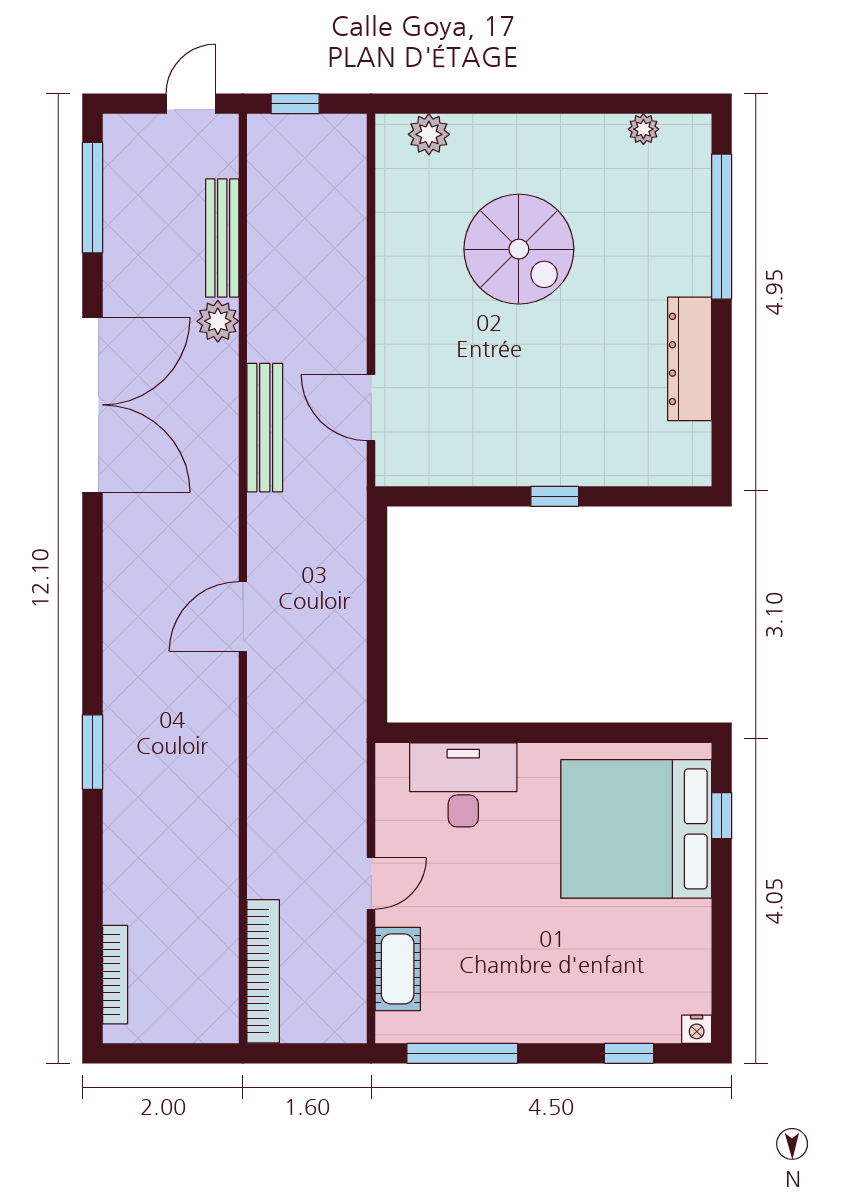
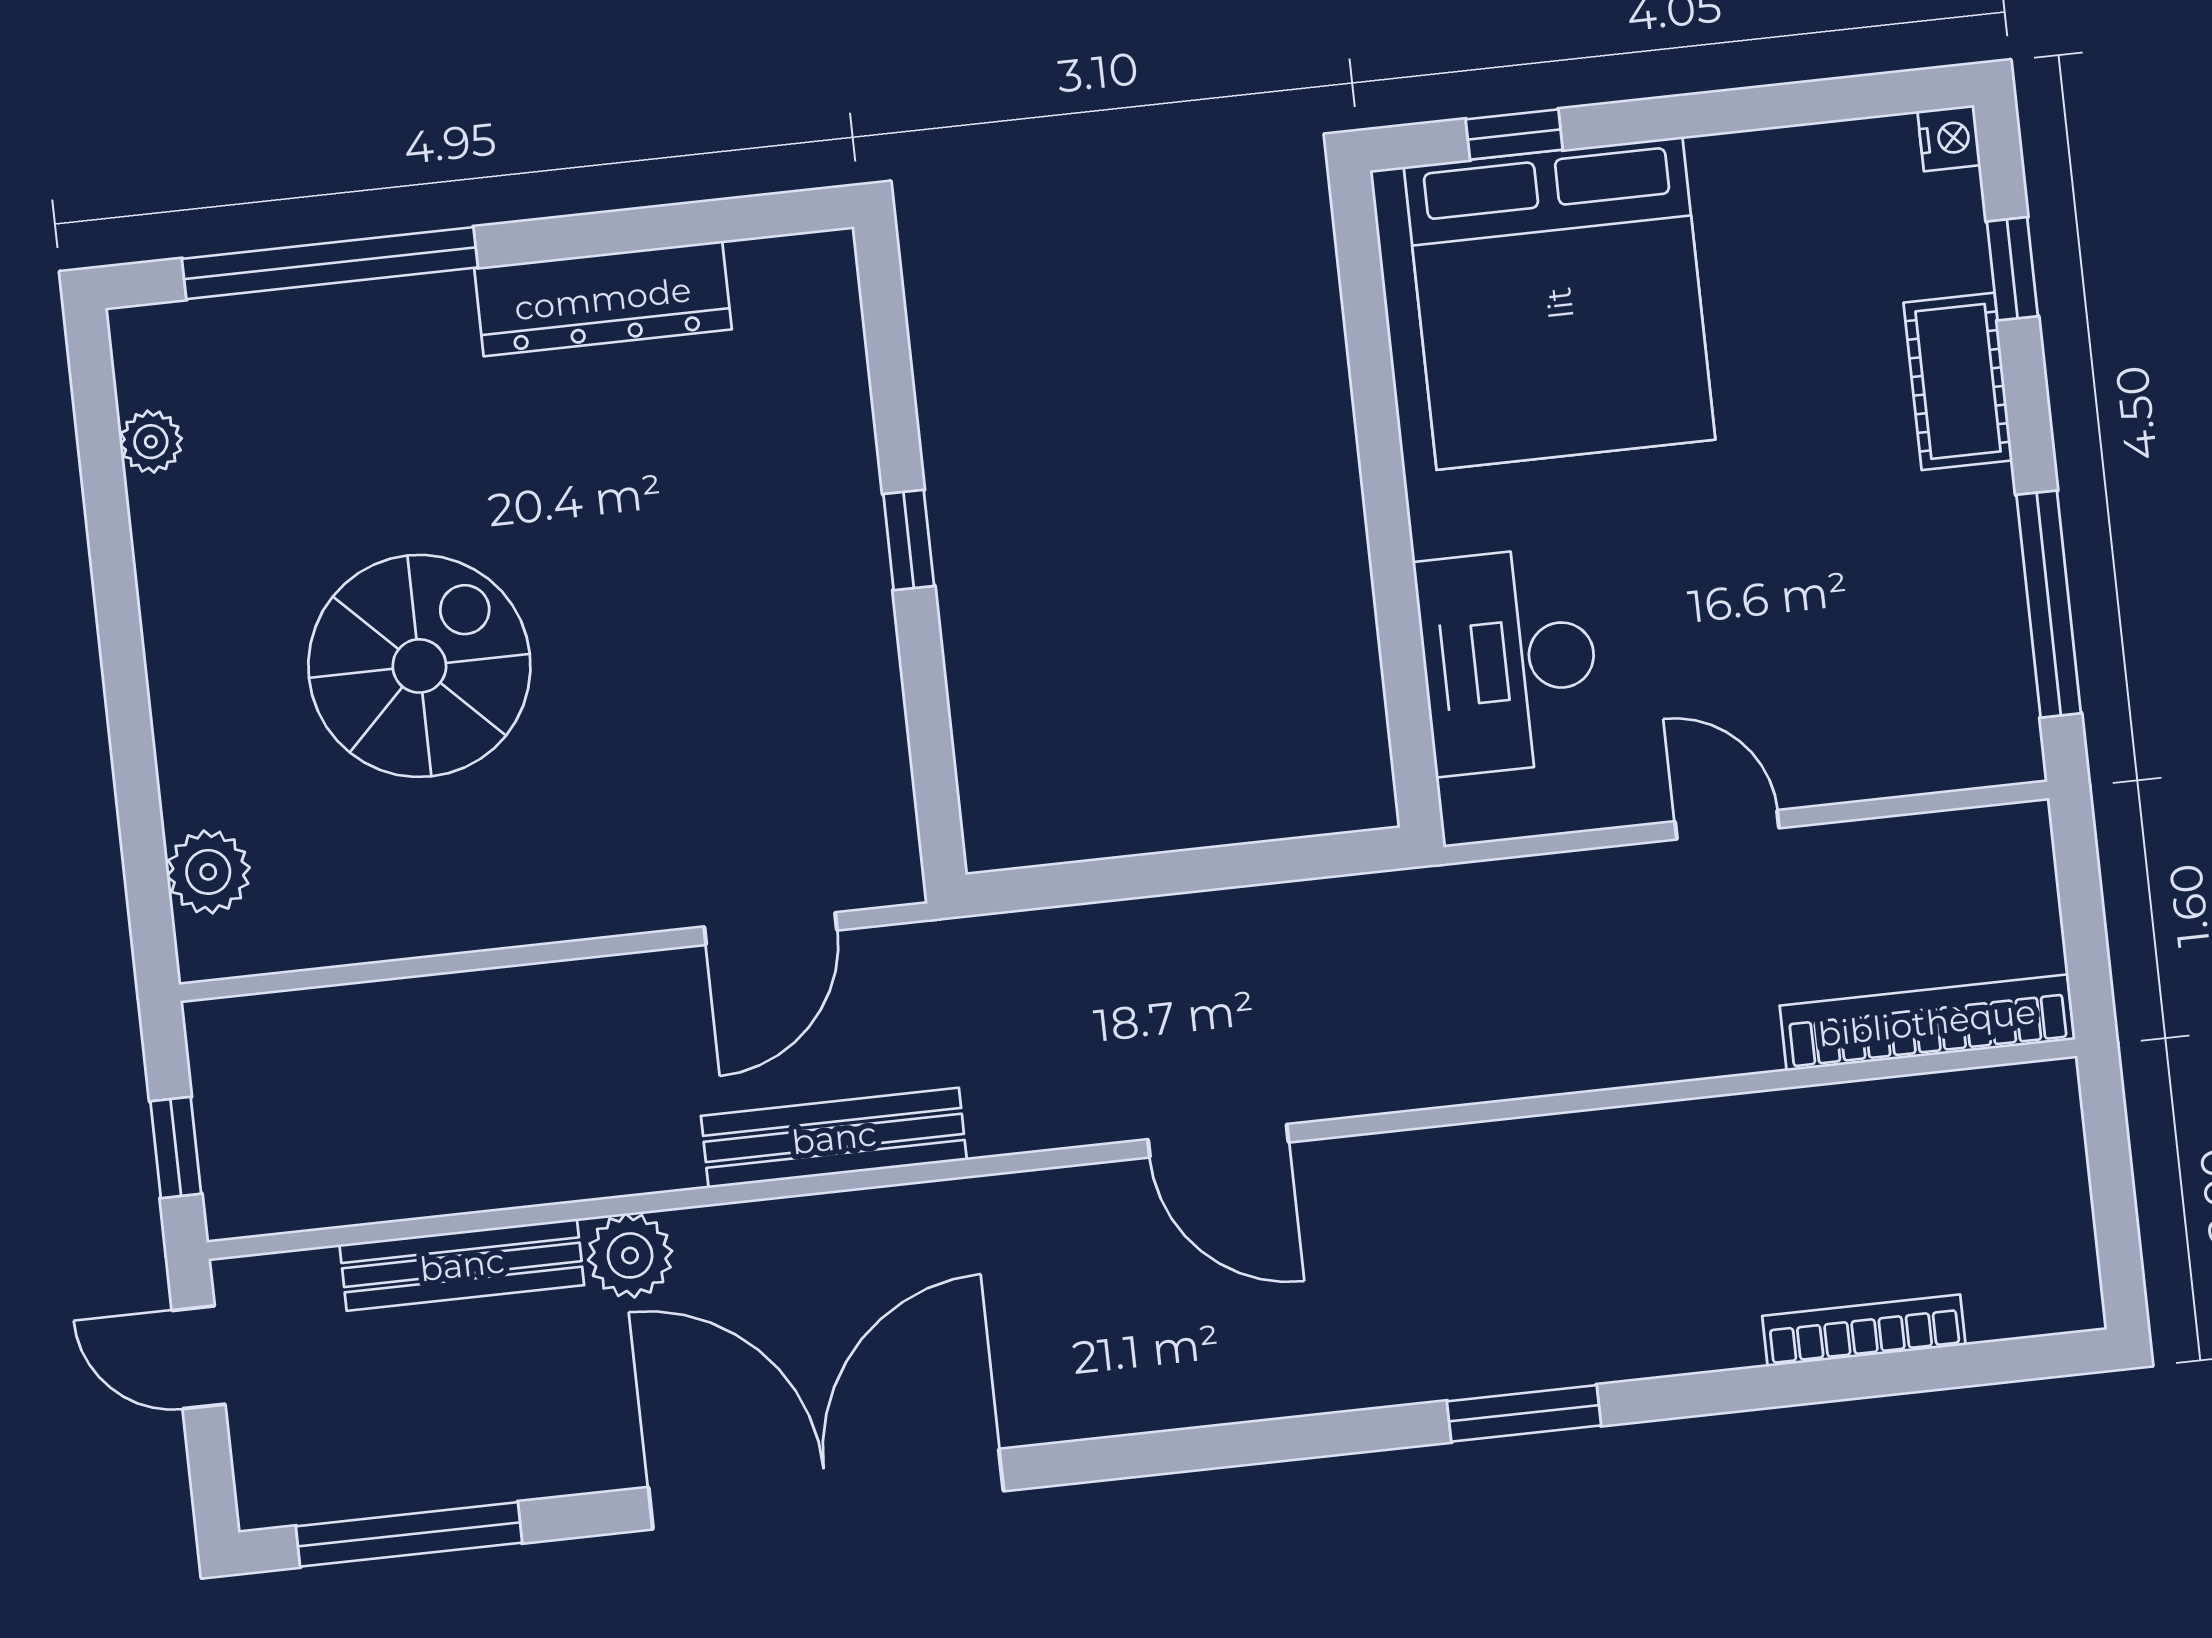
cot: (398, 969) -> (1958, 381), moved, turned 90
bookcase: (115, 975) -> (1864, 1330), moved

